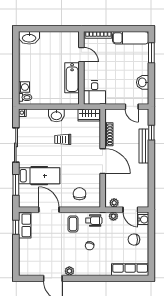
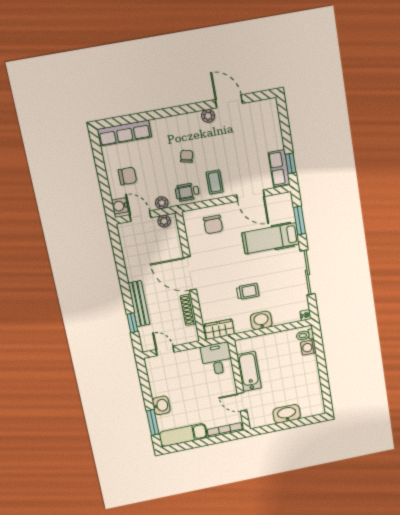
washbasin: (29, 38) -> (287, 414), moved
washbasin: (143, 82) -> (161, 405), moved

